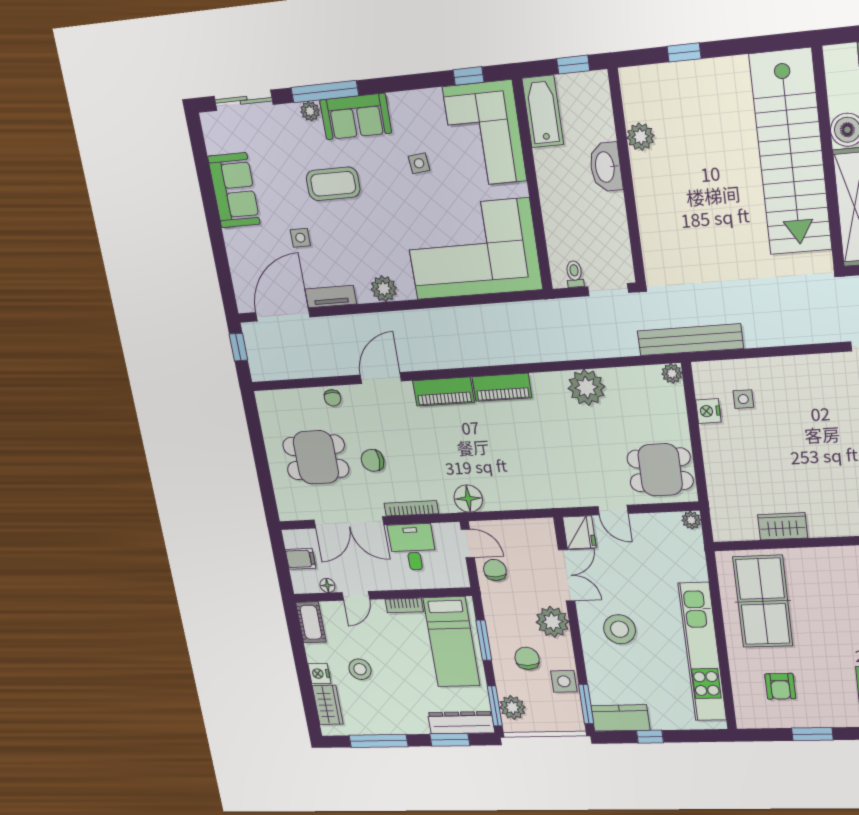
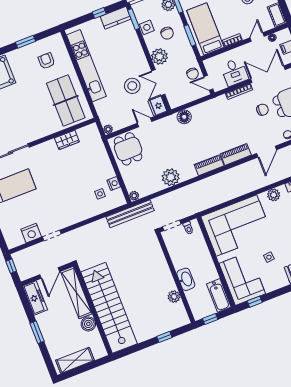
dining table: (660, 470) -> (128, 149), turned 90
floor lamp: (468, 499) -> (184, 117), moved
stool: (620, 629) -> (132, 86), moved

